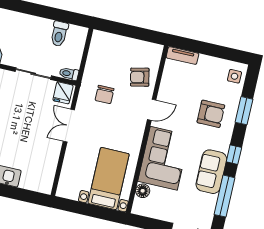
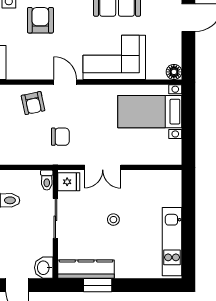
armchair: (211, 114) -> (40, 20), moved
stool: (20, 125) -> (113, 220), added
floor lamp: (143, 191) -> (174, 72), moved

